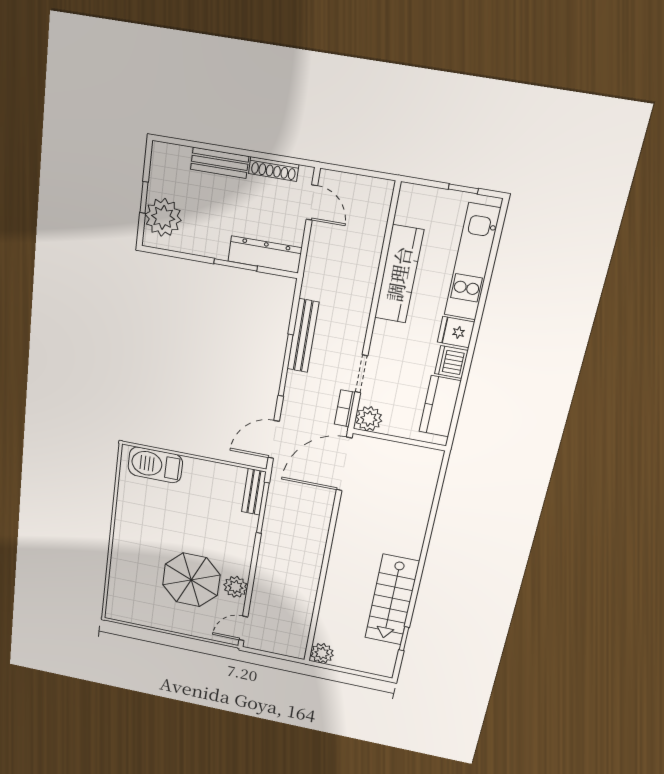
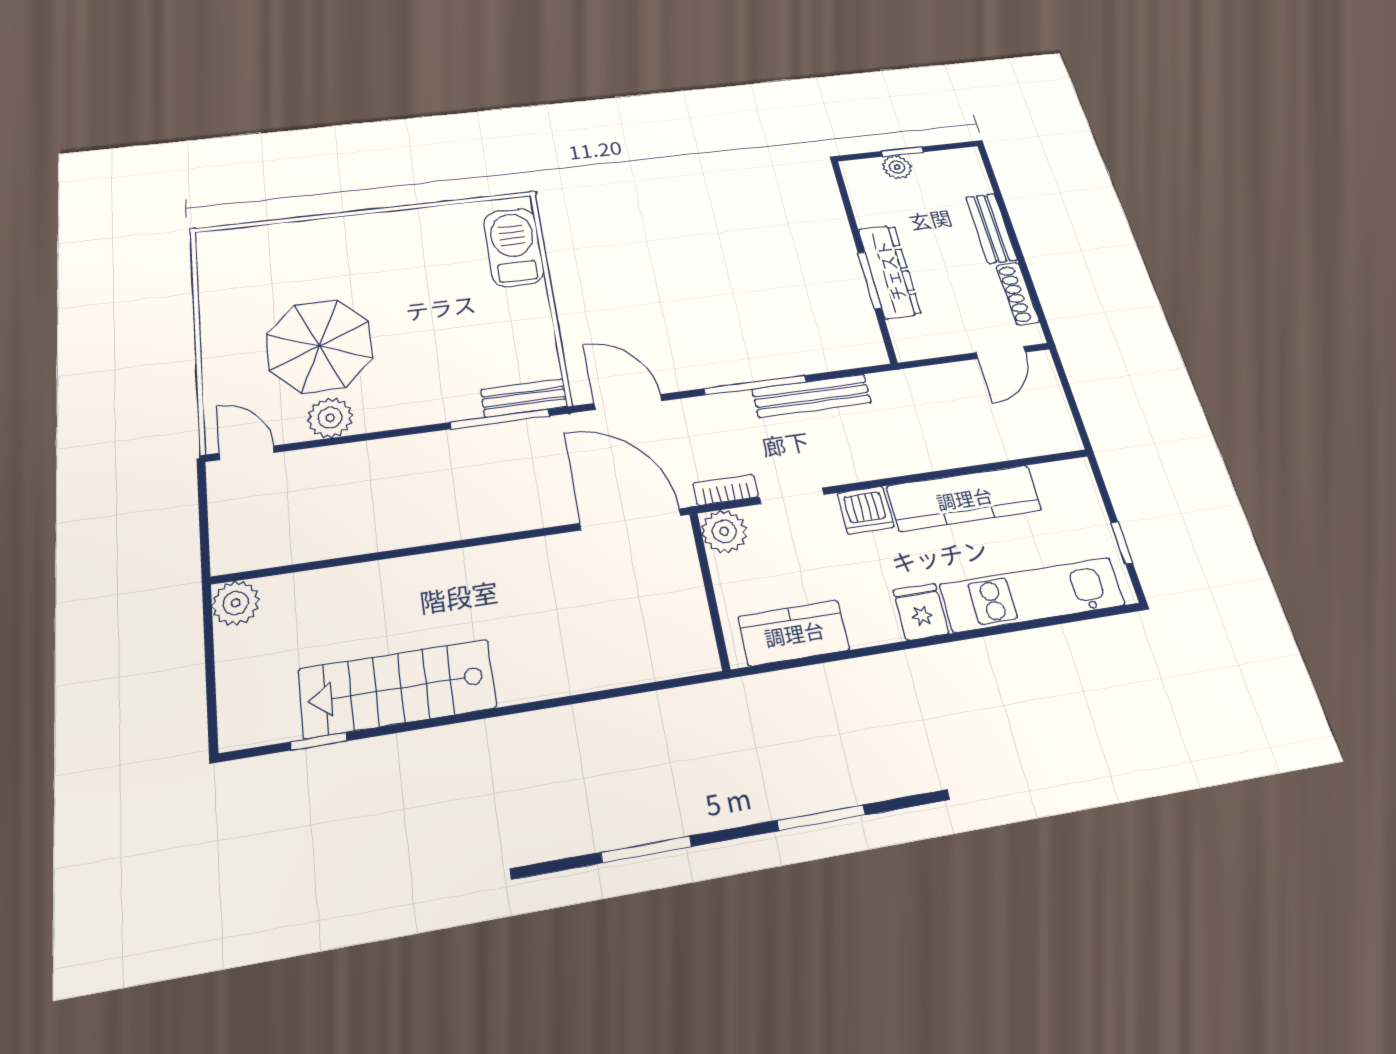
plant: (163, 217) -> (897, 167), width x0.53, depth x0.53
dresser: (265, 254) -> (890, 271), moved
dishwasher: (451, 362) -> (866, 510), moved, turned 180

